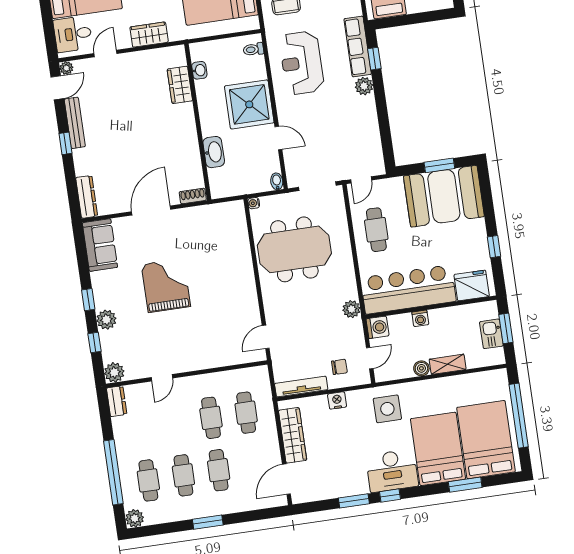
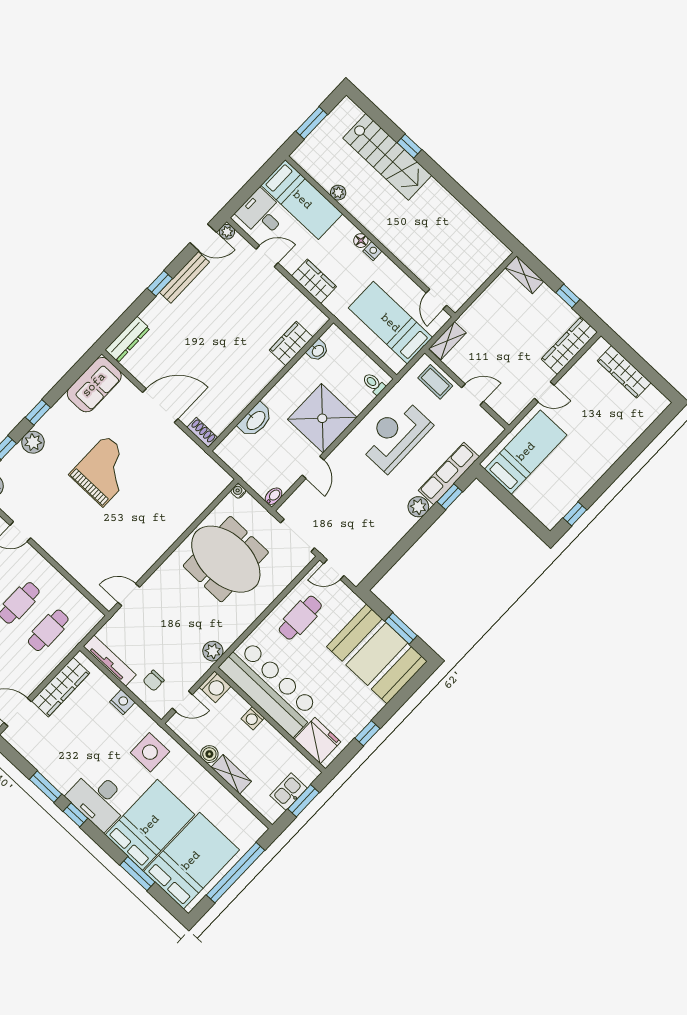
chair: (339, 367) -> (154, 681), turned 90

